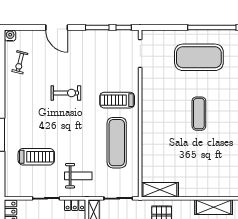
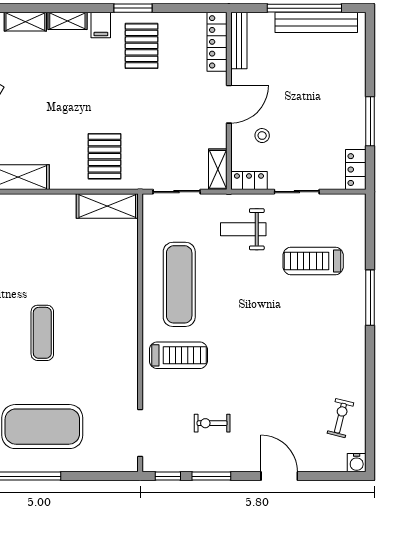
exercise bike: (66, 93) -> (212, 423), moved, width x0.73, depth x0.72

